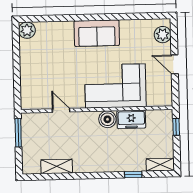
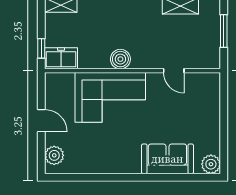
sofa: (97, 33) -> (167, 159), moved
freezer: (131, 119) -> (61, 58), moved
window: (18, 133) -> (224, 31), moved

